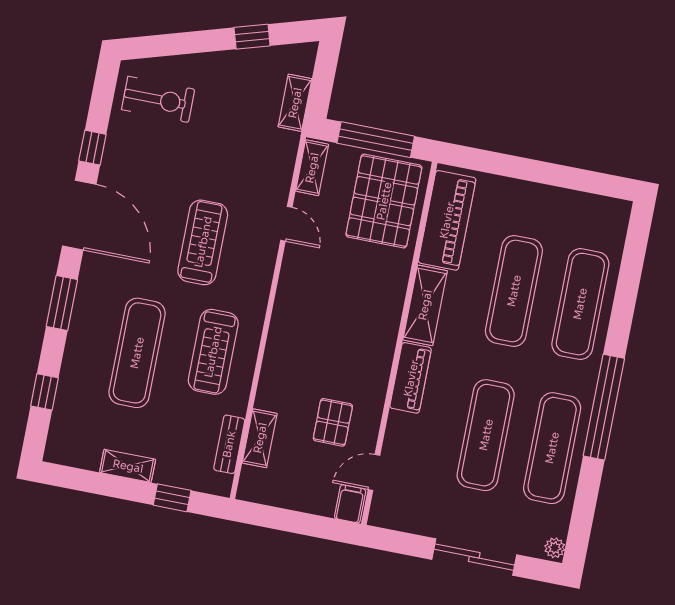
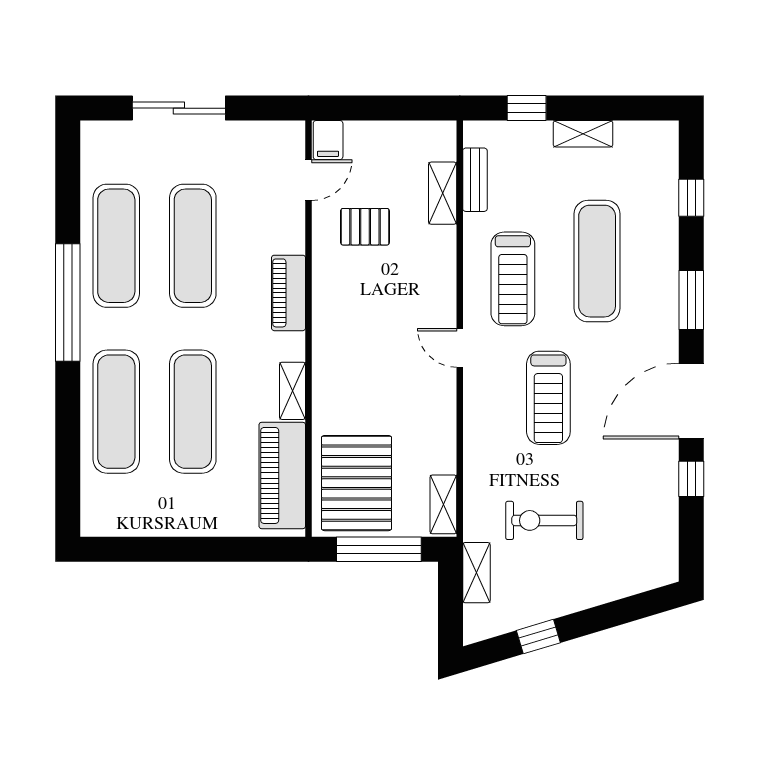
exercise bike: (158, 99) -> (544, 520), moved
door: (79, 215) -> (691, 401), hinge flipped
door: (286, 224) -> (460, 348), moved
shelving: (425, 305) -> (292, 391), width x0.67, depth x0.75
treadmill: (213, 352) -> (513, 279), turned 180
pallet: (333, 422) -> (365, 227), turned 90
plant: (555, 548) -> (92, 136), removed

